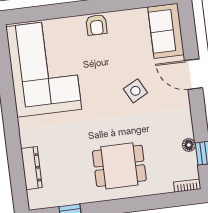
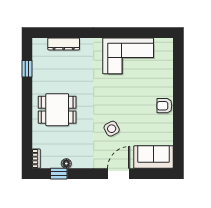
corner sofa: (44, 68) -> (128, 56), width x0.73, depth x0.74
dining table: (119, 166) -> (57, 110), turned 90

